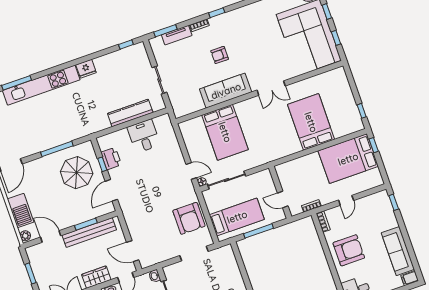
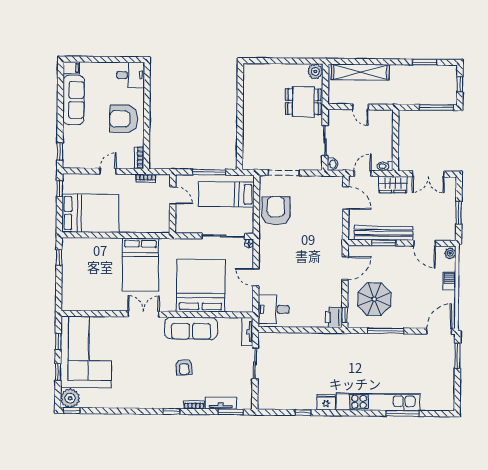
window: (126, 45) -> (303, 413), moved
armchair: (220, 55) -> (184, 367), turned 87
tv unit: (176, 105) -> (247, 332), added
kitchen counter: (130, 113) -> (297, 341), removed
bed: (311, 122) -> (140, 265), moved
bed: (225, 132) -> (201, 286), width x1.36
desk: (144, 136) -> (274, 309), moved, turned 90
window: (374, 145) -> (60, 189), moved
printer: (111, 159) -> (334, 317), moved
window: (102, 164) -> (345, 315), moved
door: (191, 171) -> (256, 277), moved
barbecue: (20, 211) -> (449, 281), width x0.53, depth x0.65

